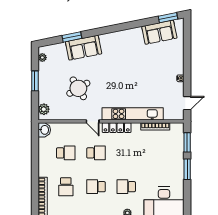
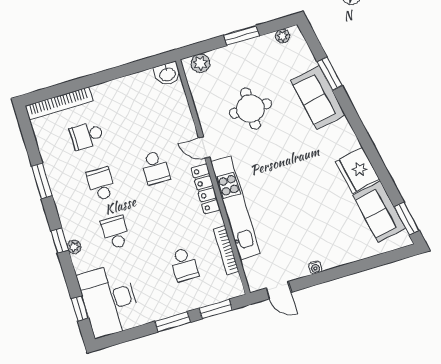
fridge: (132, 38) -> (358, 170), added
round table: (78, 88) -> (250, 109), turned 31
door: (93, 121) -> (204, 147), hinge flipped
school desk: (66, 153) -> (184, 265), moved

